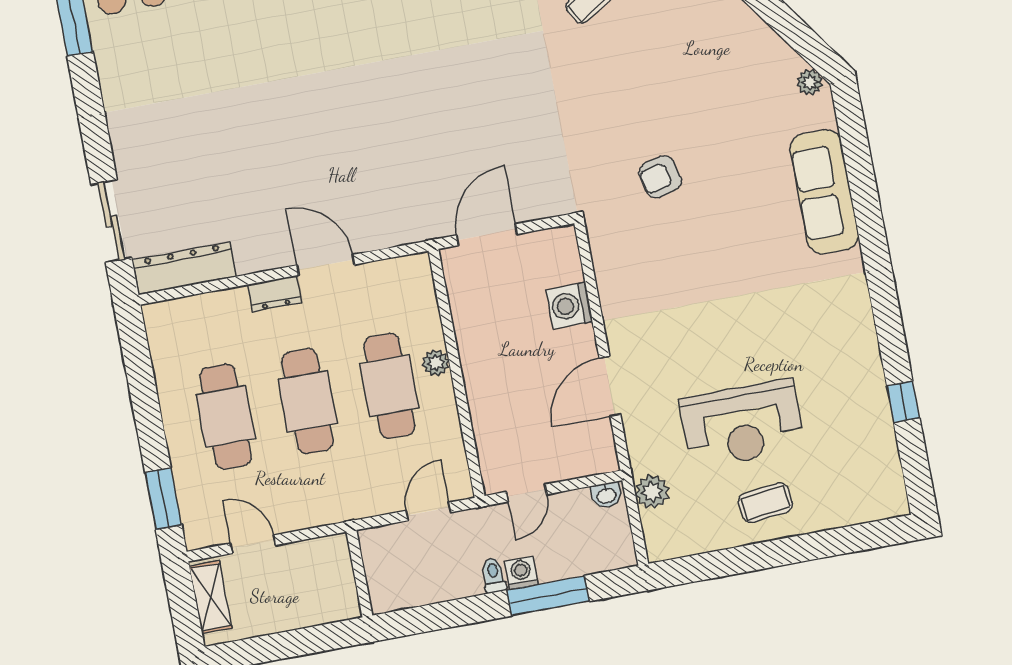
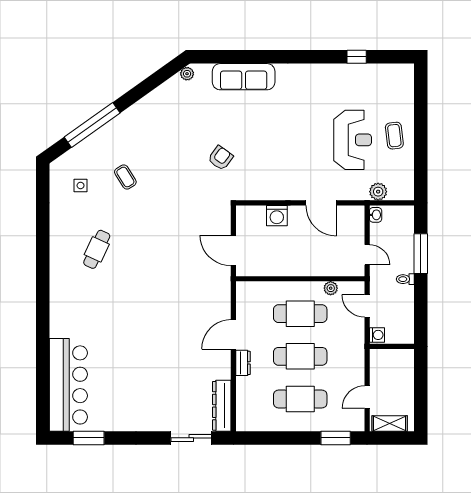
armchair: (660, 177) -> (221, 158), turned -131
plant: (436, 363) -> (331, 288), moved
washing machine: (521, 573) -> (377, 335), moved, turned 180

